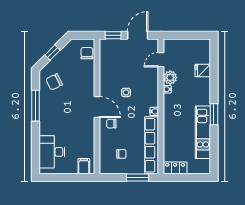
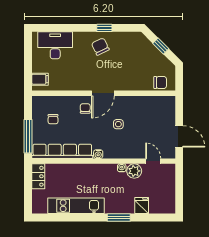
window: (113, 35) -> (179, 110), removed
chair: (54, 82) -> (100, 47), moved
window: (36, 106) -> (104, 28), width x0.46
window: (214, 114) -> (119, 217), moved
window: (138, 177) -> (28, 136), width x1.44

